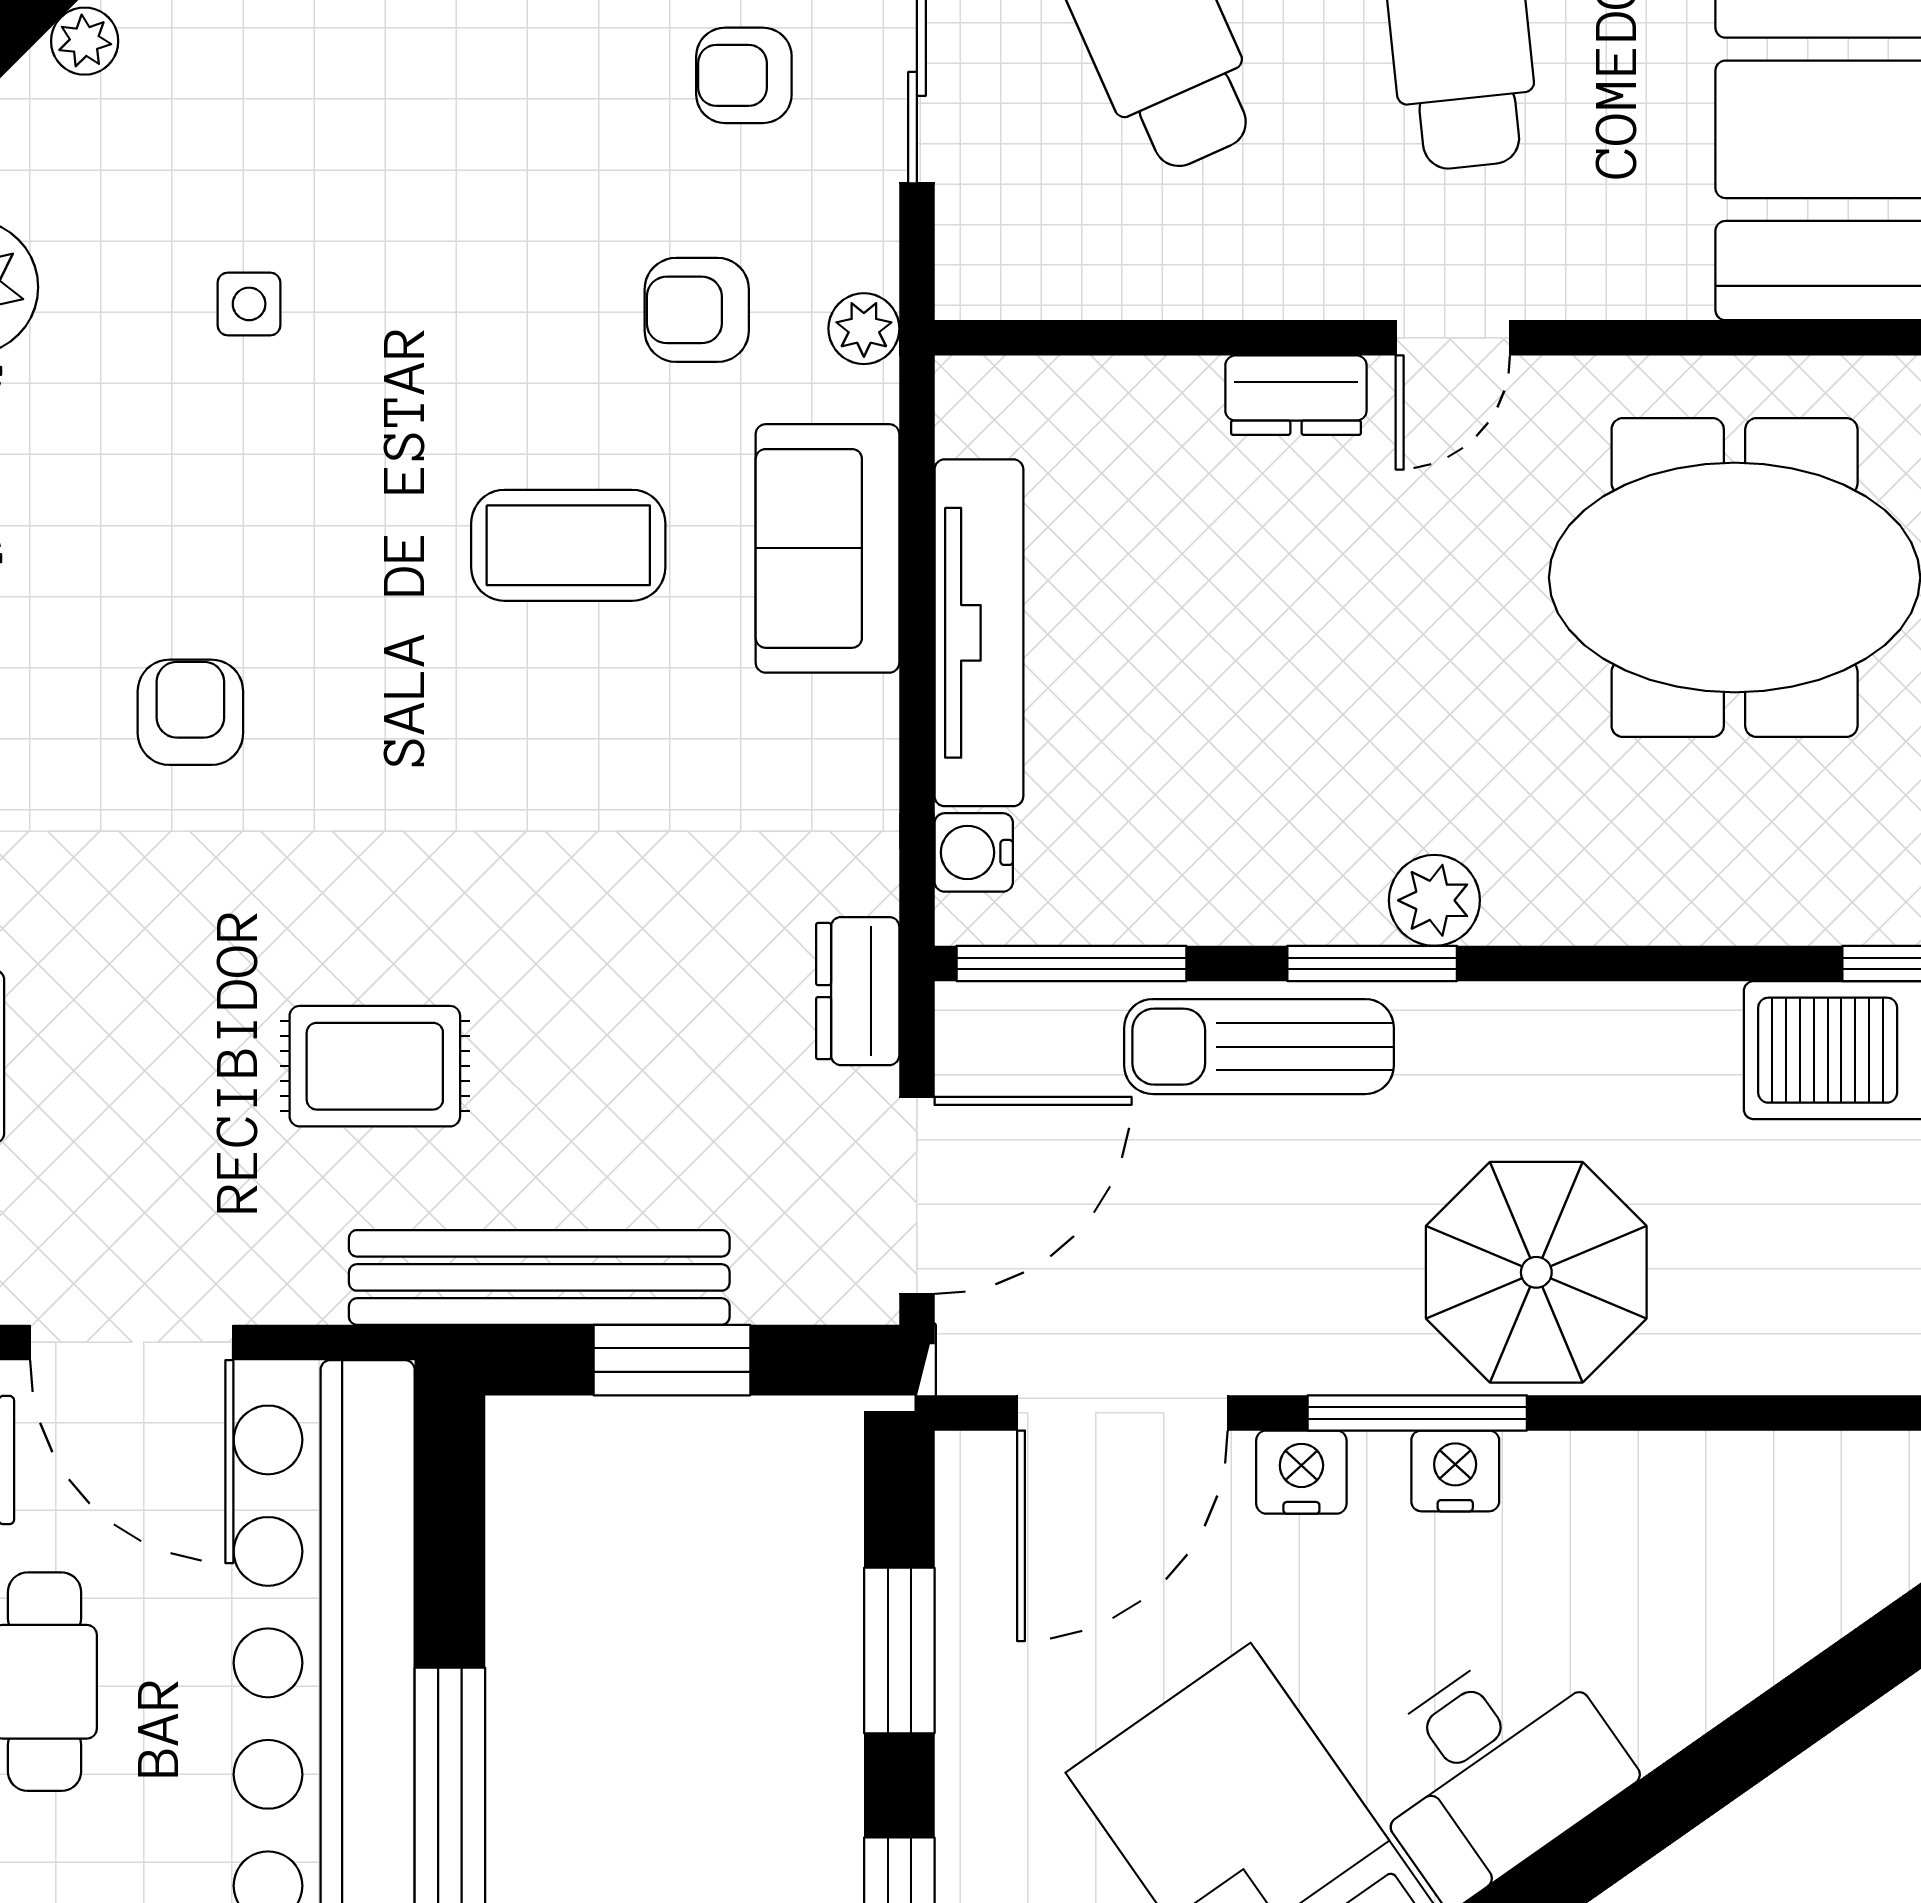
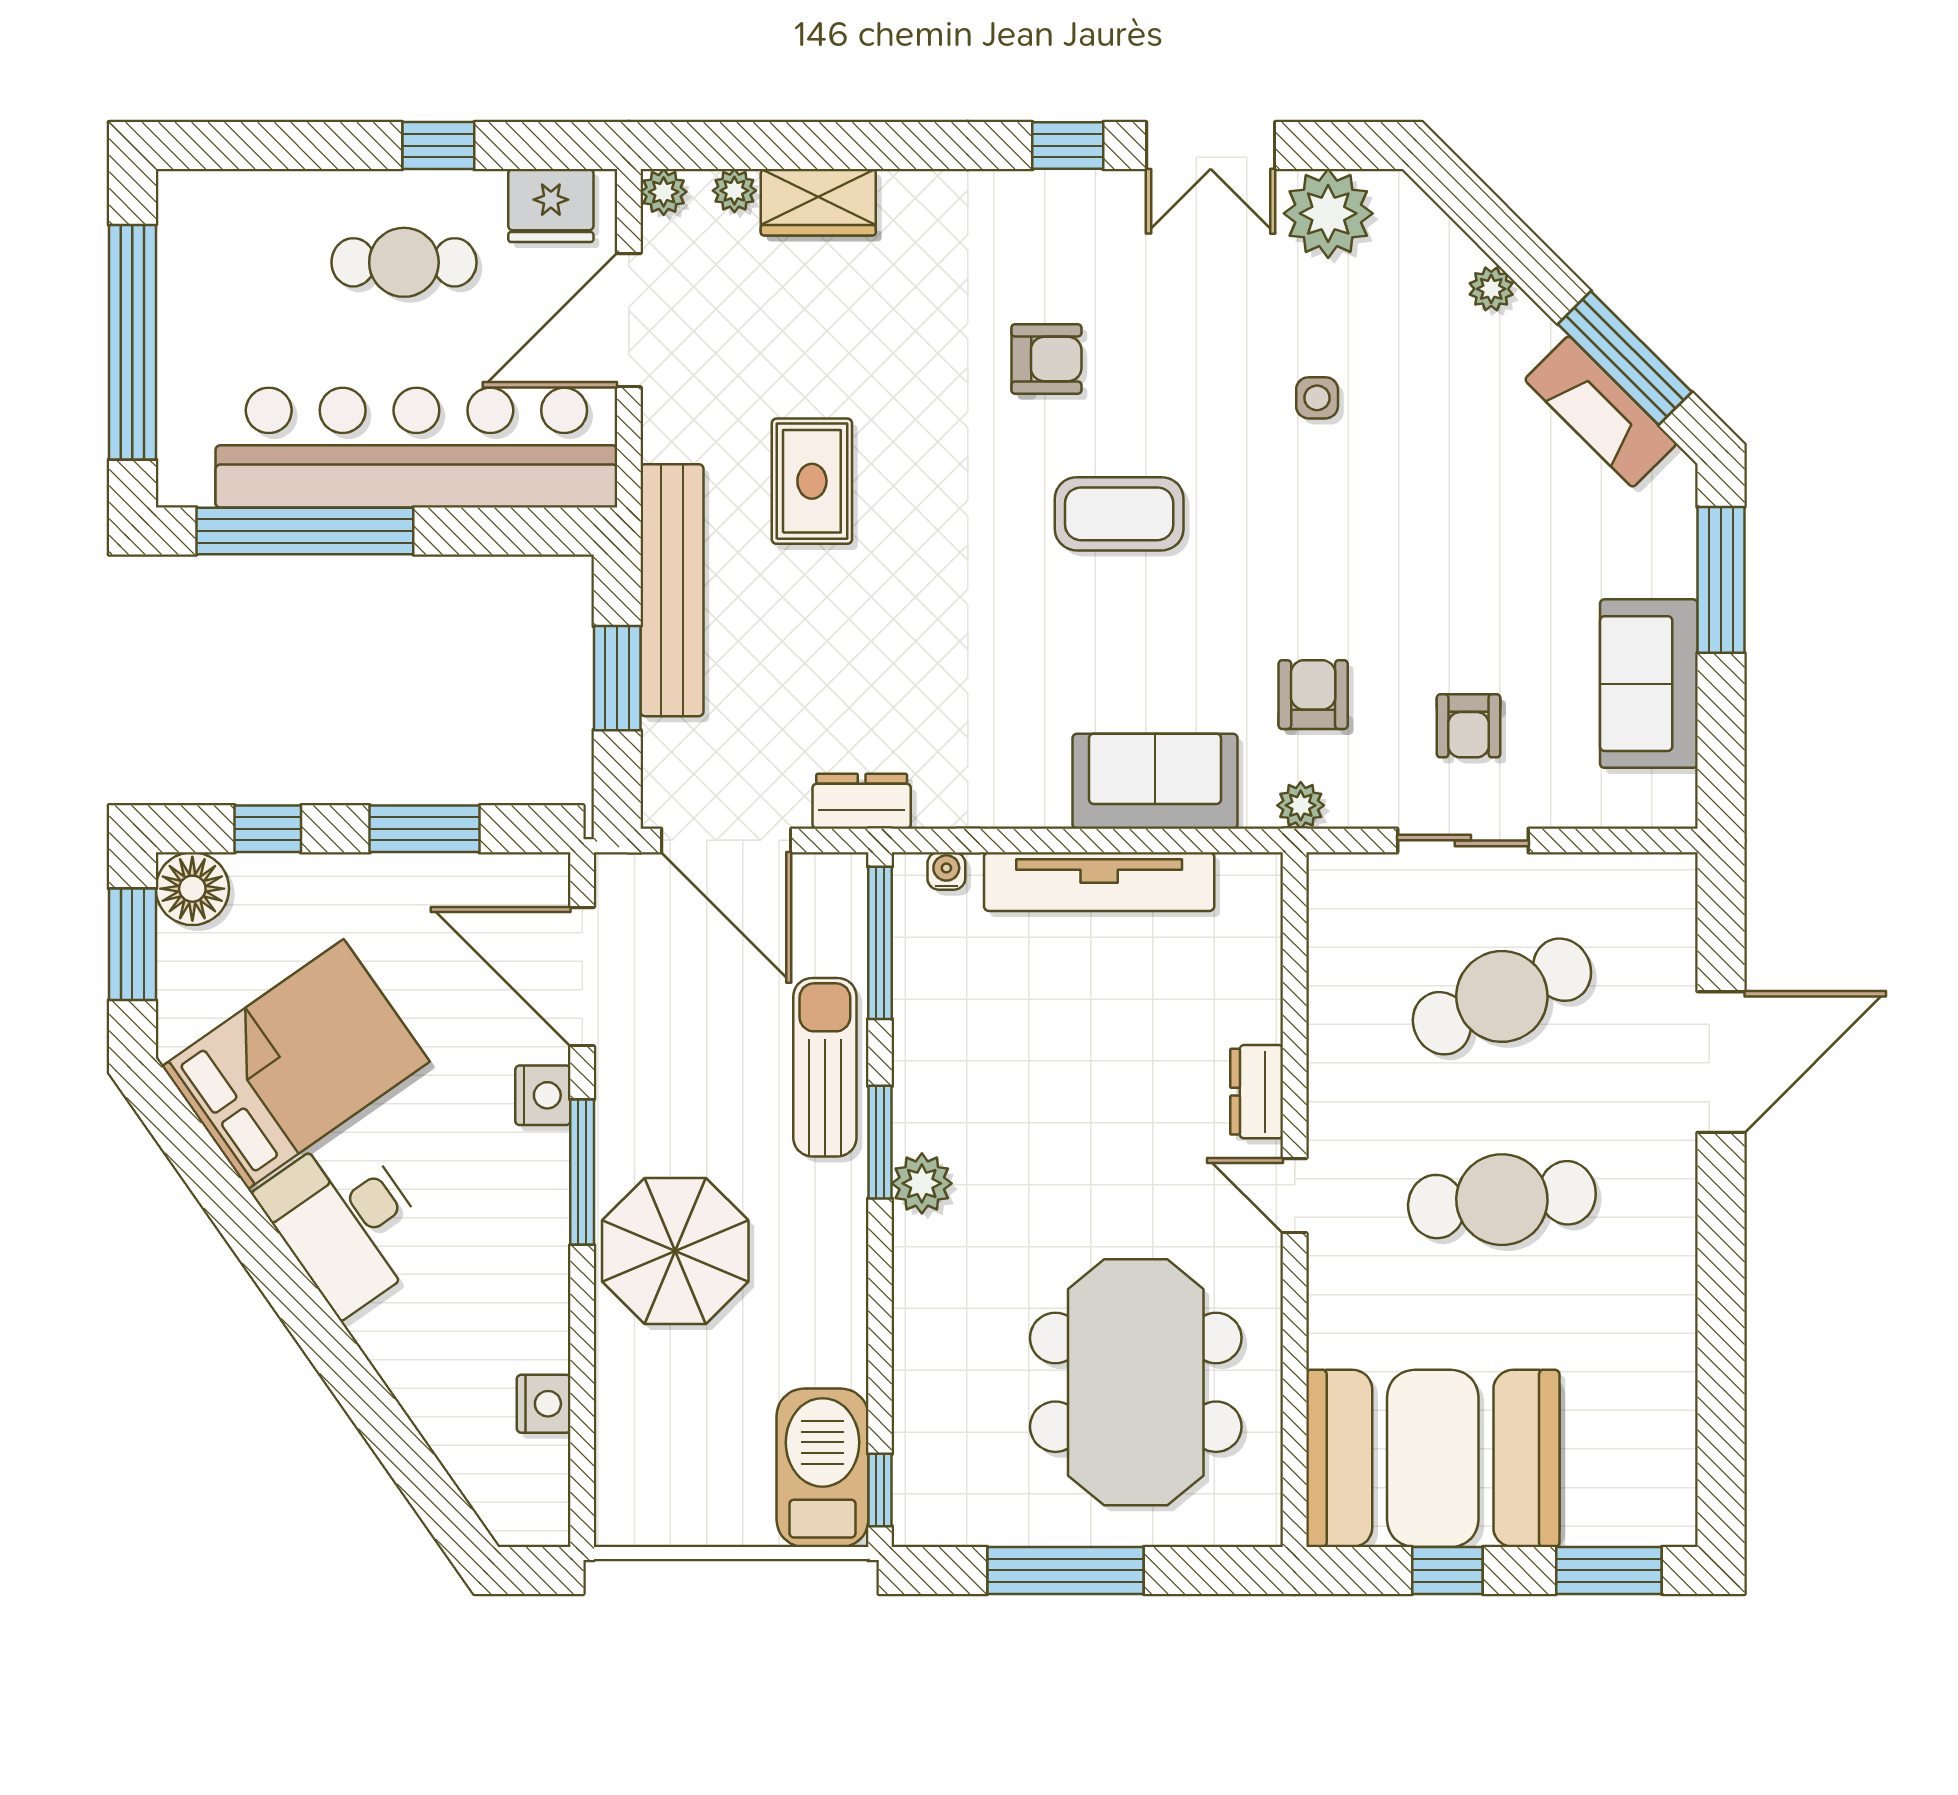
armchair: (744, 75) -> (1469, 726), turned 180
coffee table: (568, 545) -> (1119, 514), moved, turned 90
water cooler: (974, 852) -> (946, 871), width x0.72, depth x0.72
nightstand: (1455, 1471) -> (544, 1404), moved

